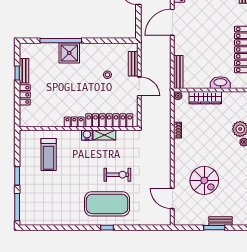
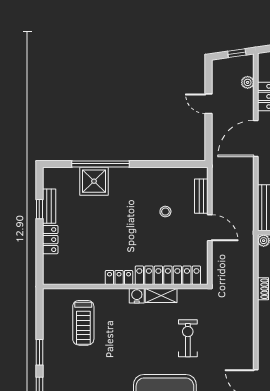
shower: (69, 53) -> (94, 181), moved
exercise bike: (117, 175) -> (188, 338), moved, turned -90

